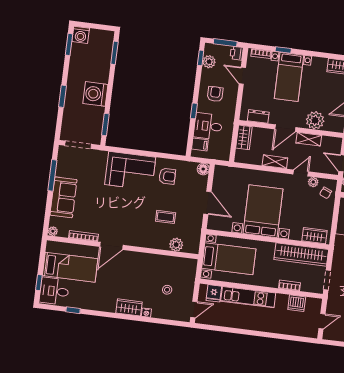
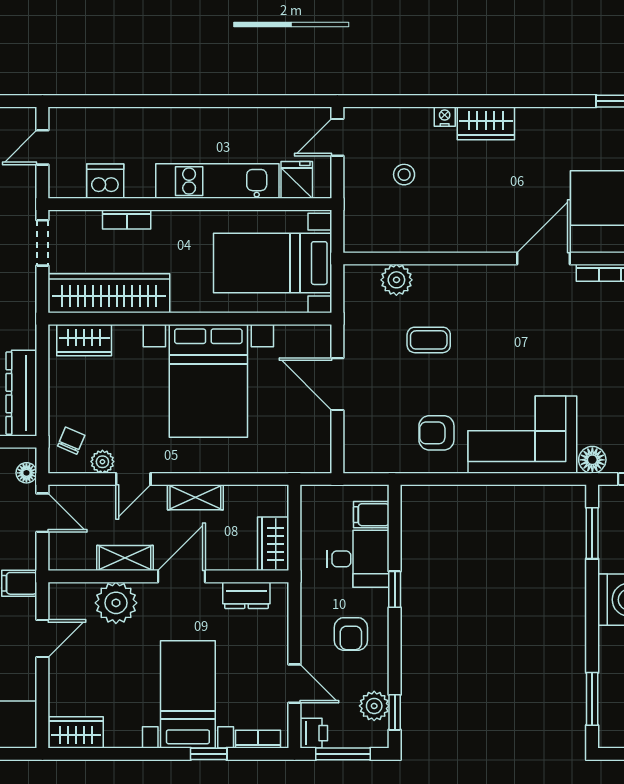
floor lamp: (203, 169) -> (592, 460), moved

